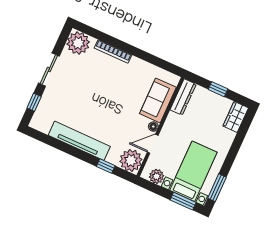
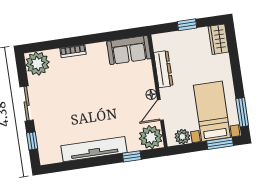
bookcase: (113, 52) -> (73, 51), width x0.64
dresser: (183, 97) -> (163, 69), moved
sofa: (158, 100) -> (129, 50), moved, turned -90

